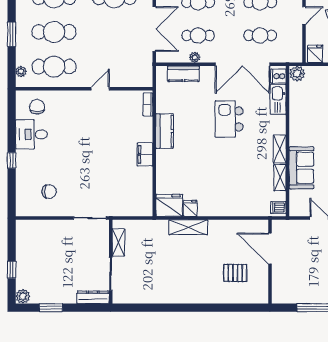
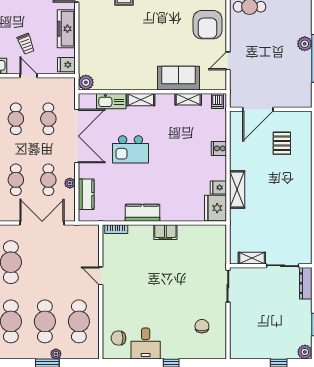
plant: (21, 71) -> (56, 354), moved
cooker: (278, 76) -> (219, 148), moved, turned 90
shelving: (280, 149) -> (141, 100), moved

